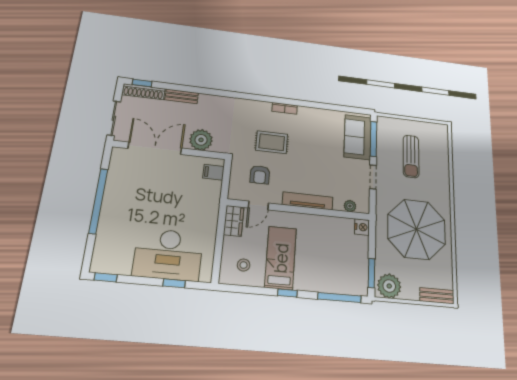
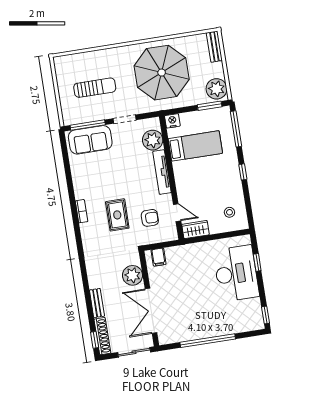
plant: (350, 206) -> (153, 140), width x1.87, depth x1.87
bed: (281, 258) -> (195, 146), moved, turned 180

